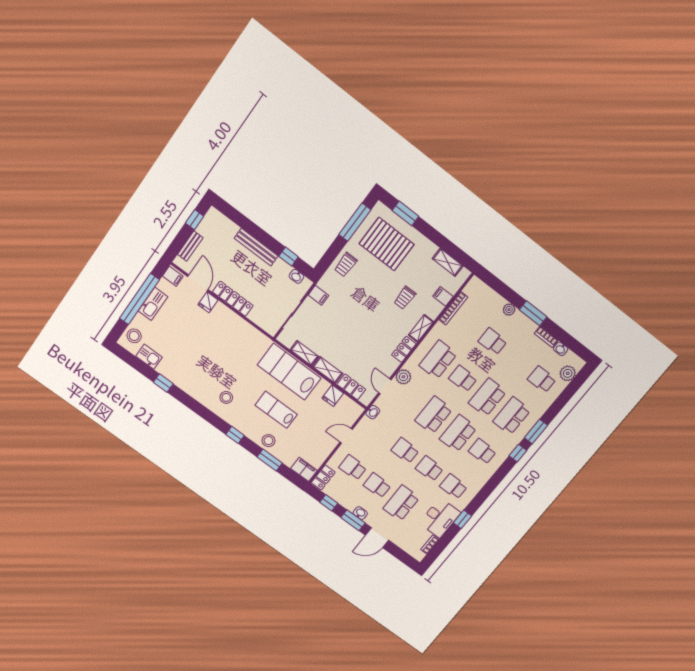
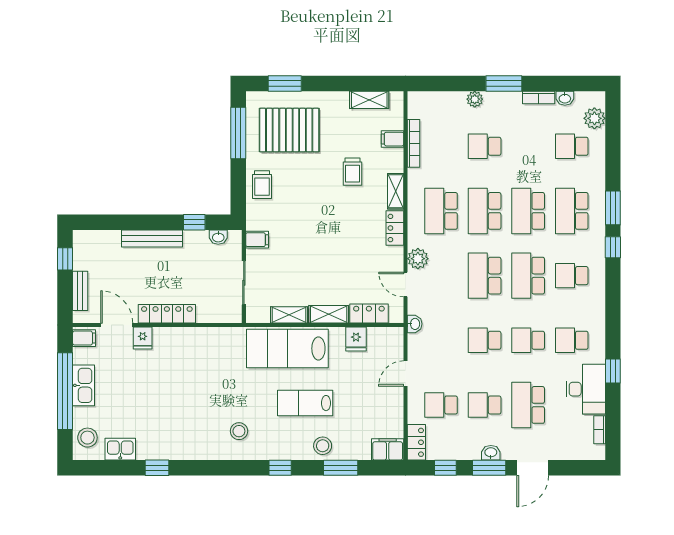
school desk: (463, 379) -> (485, 211), width x1.85

